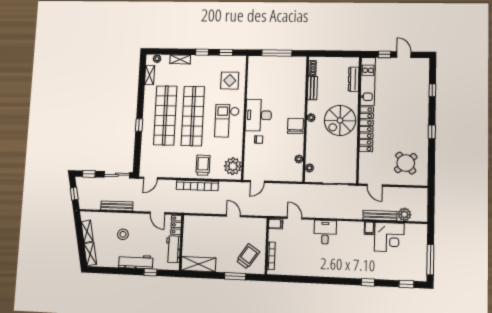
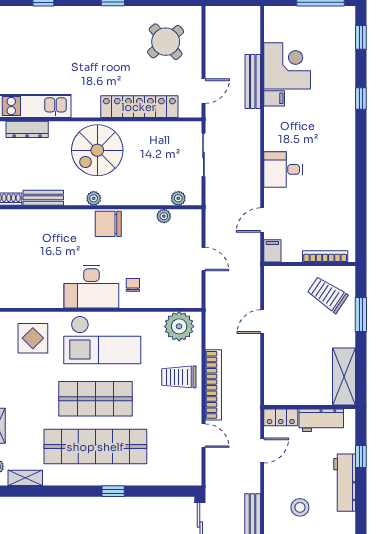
shop shelf: (193, 116) -> (95, 399), width x0.71
spiral stairs: (340, 120) -> (97, 150), turned 90
checkout: (227, 121) -> (102, 340), width x1.36, depth x1.21
locker: (366, 129) -> (139, 107), moved
door: (150, 178) -> (203, 436), moved
door: (257, 181) -> (203, 259), moved
plant: (404, 214) -> (250, 42), removed

